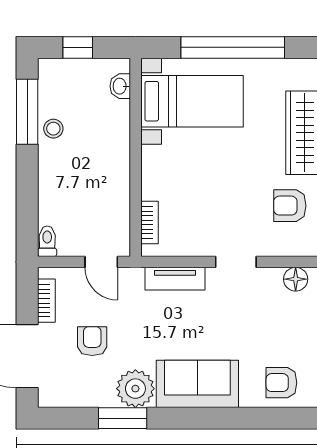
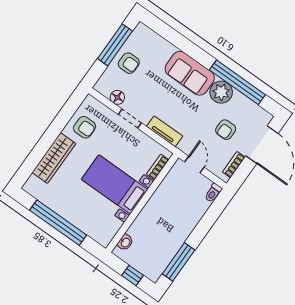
bed with nightstands: (192, 101) -> (115, 184), moved
stool: (53, 129) -> (172, 245), removed
floor lamp: (296, 279) -> (117, 97), moved
armchair: (281, 383) -> (129, 63), moved
window: (123, 418) -> (237, 82), width x2.11

